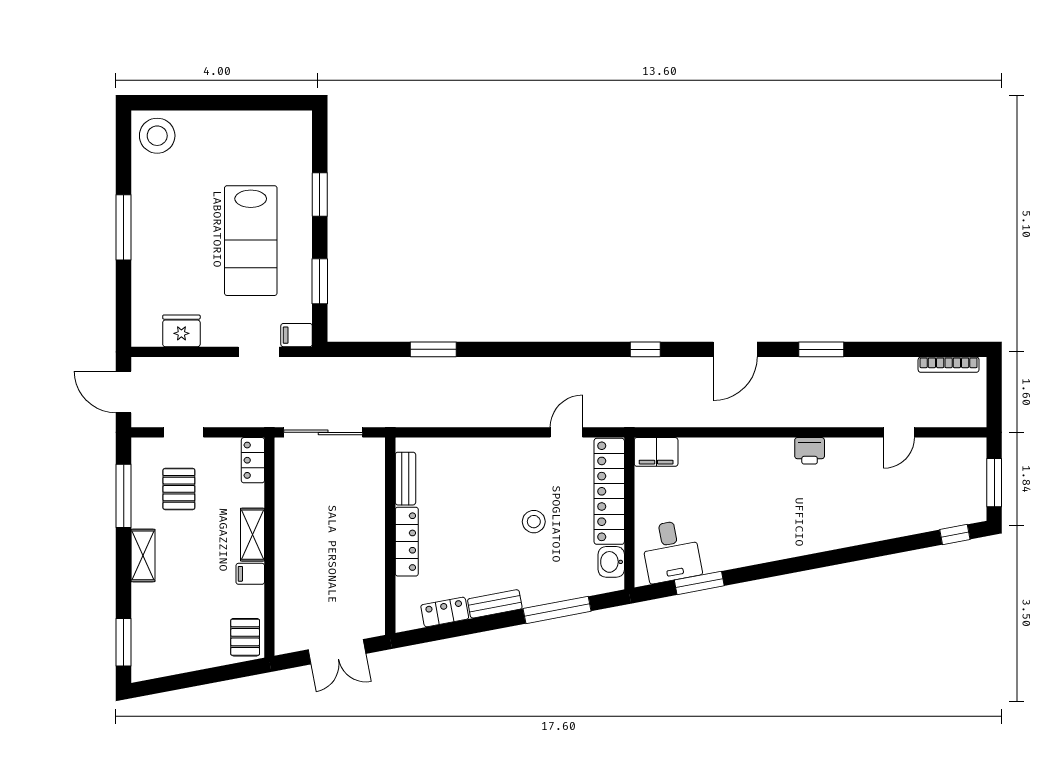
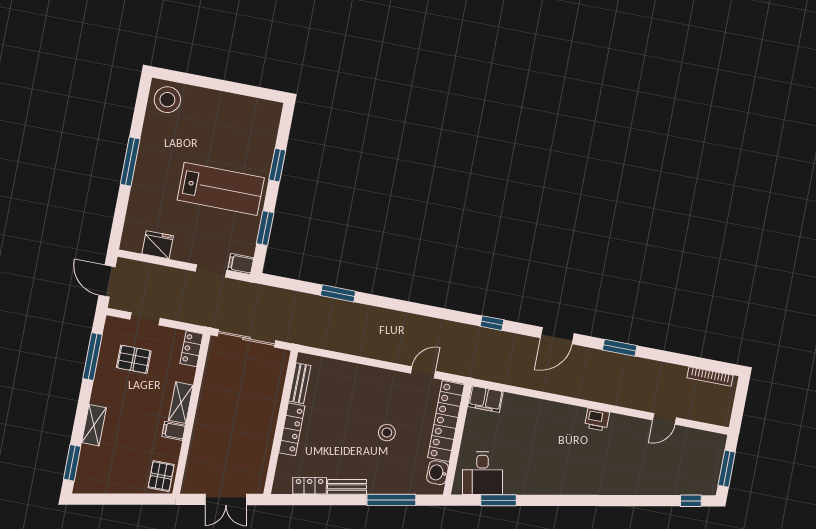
lab bench: (251, 241) -> (221, 189), turned -90
pallet: (179, 489) -> (134, 359), turned 90
shelving: (143, 555) -> (94, 425), moved

